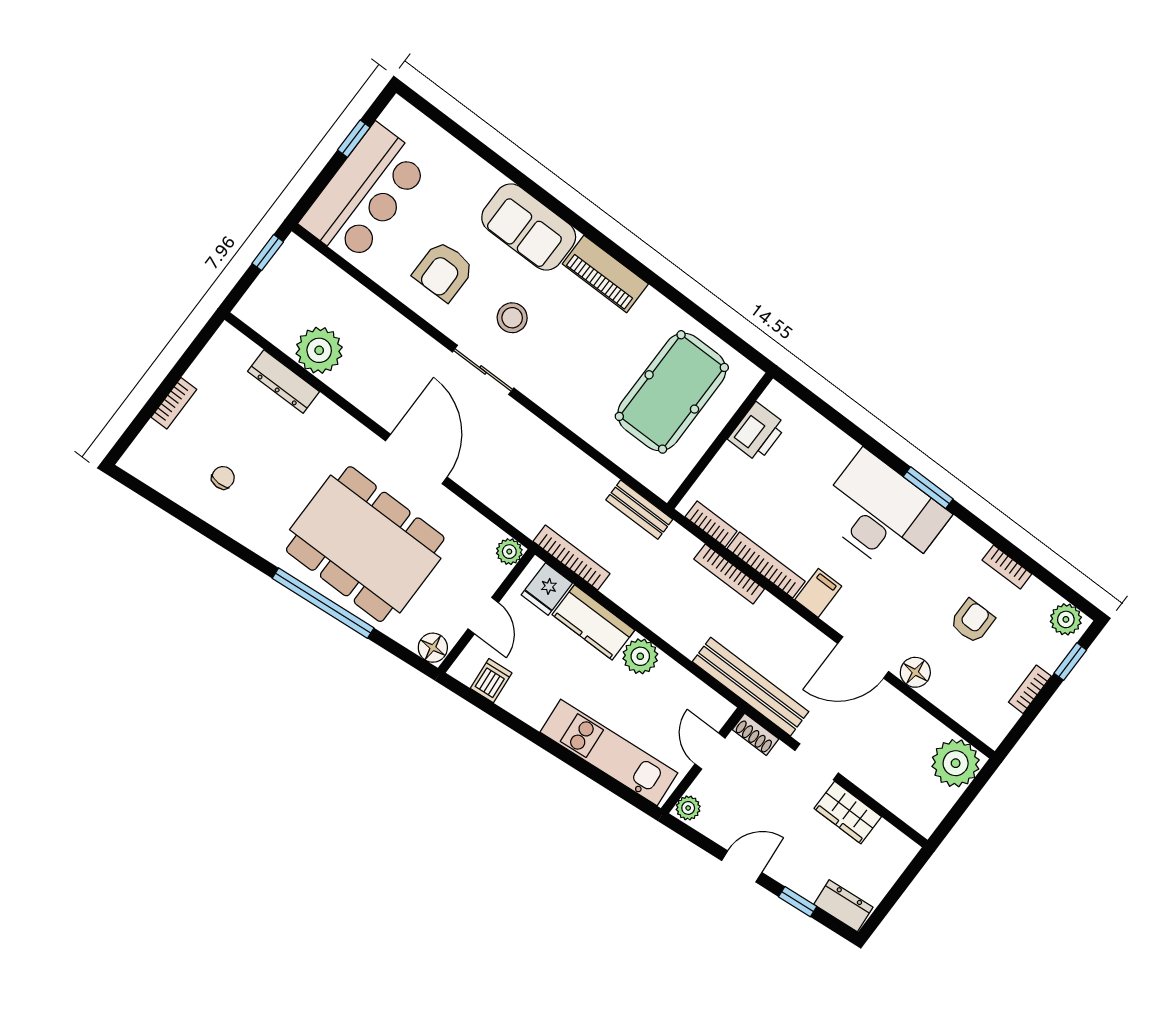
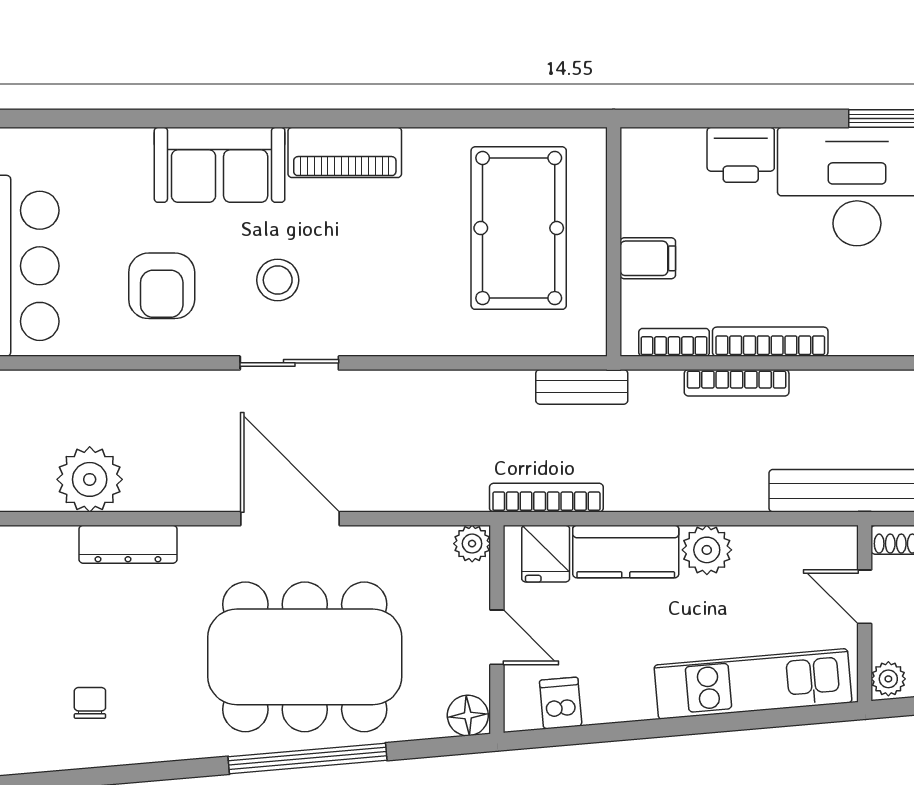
dresser: (284, 381) -> (128, 544), moved
printer: (757, 432) -> (741, 155), moved, turned 90
filing cabinet: (818, 593) -> (648, 258), moved, turned 90

